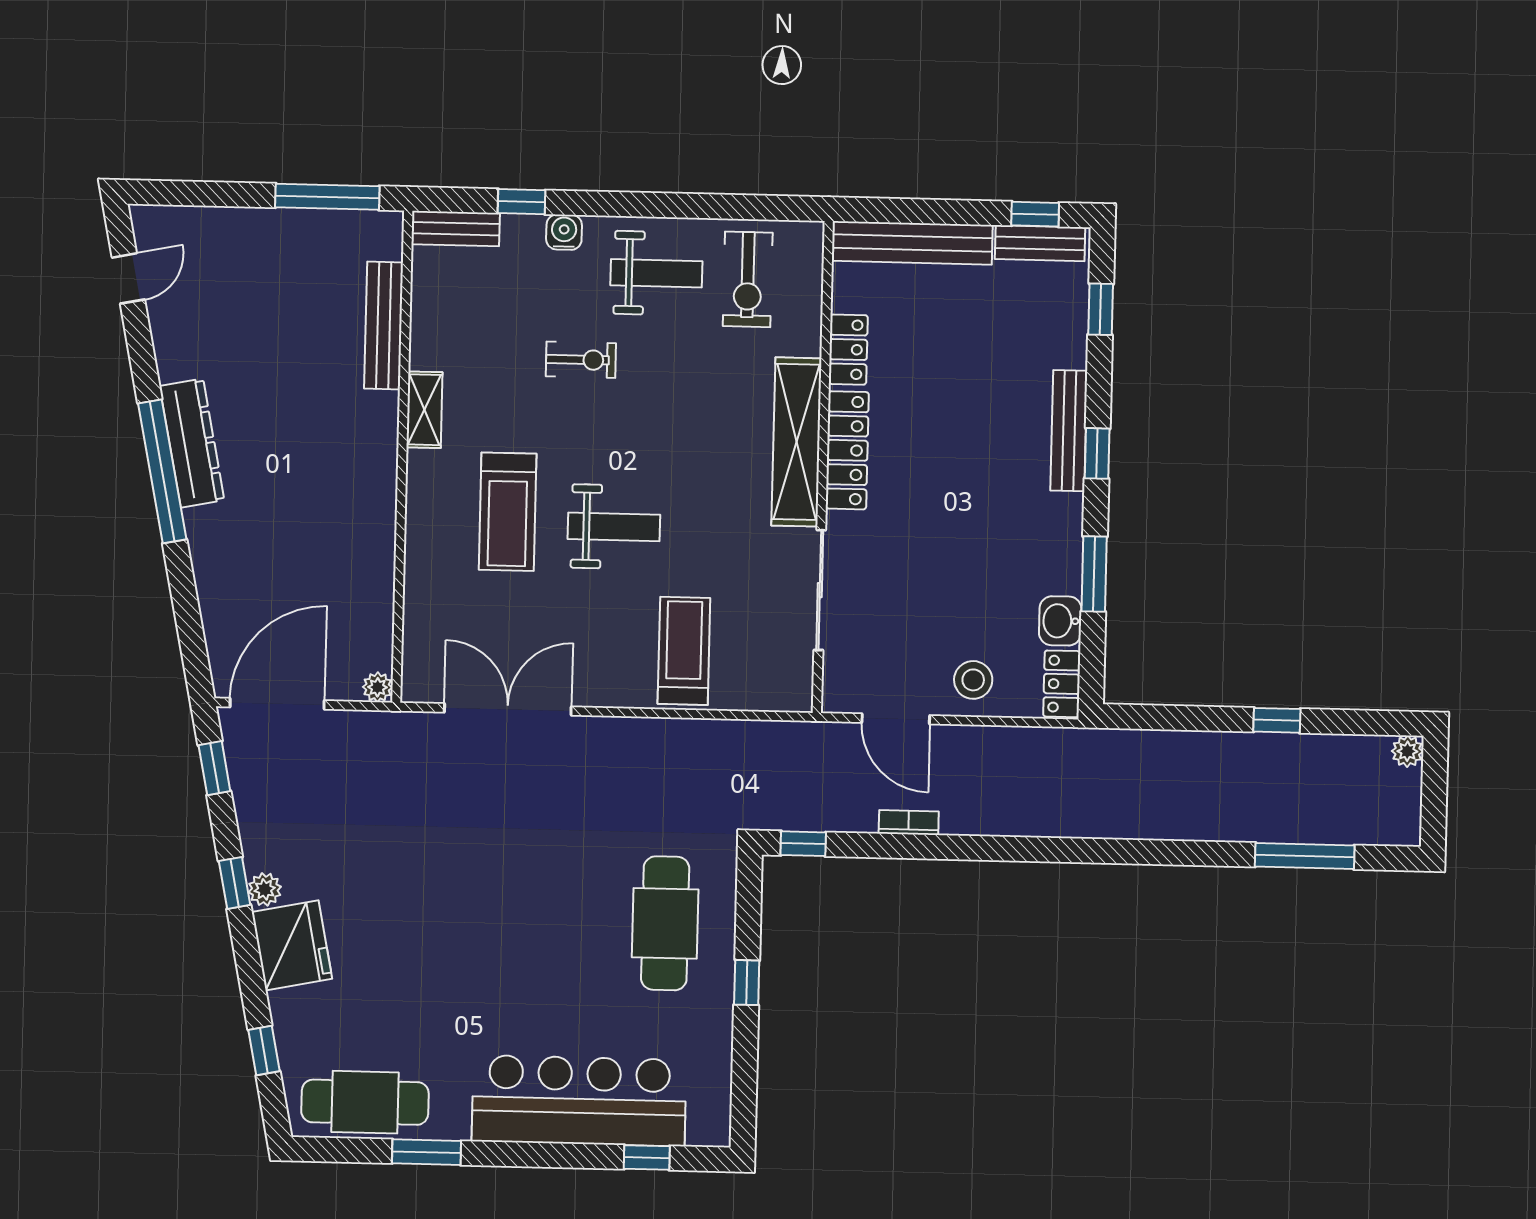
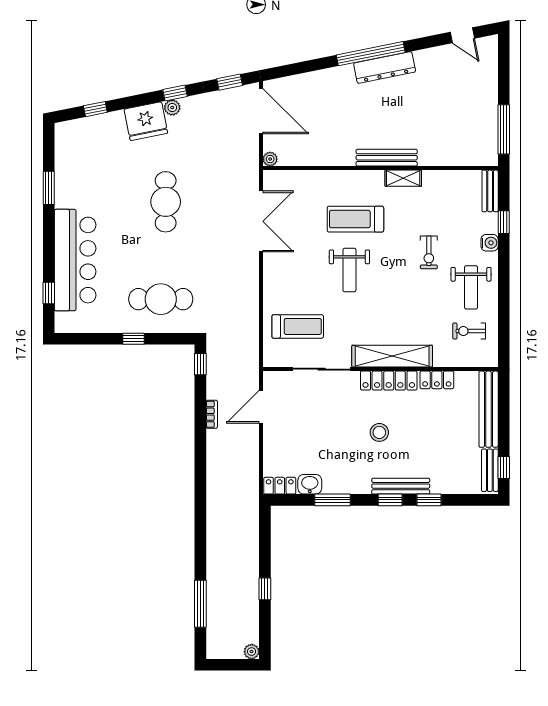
exercise bike: (748, 279) -> (469, 331), width x0.73, depth x0.72
window: (1101, 309) -> (429, 500), moved
bench: (384, 326) -> (387, 158), moved
treadmill: (684, 651) -> (298, 326), moved
stool: (973, 680) -> (379, 432), moved
cafe table: (365, 1102) -> (166, 202), moved

